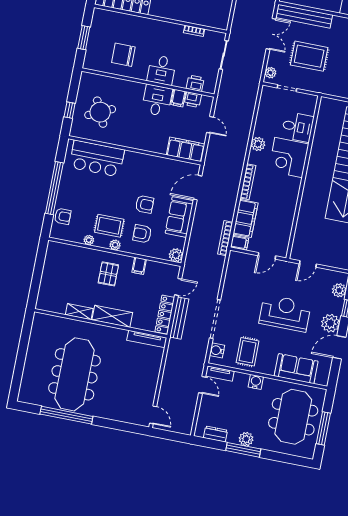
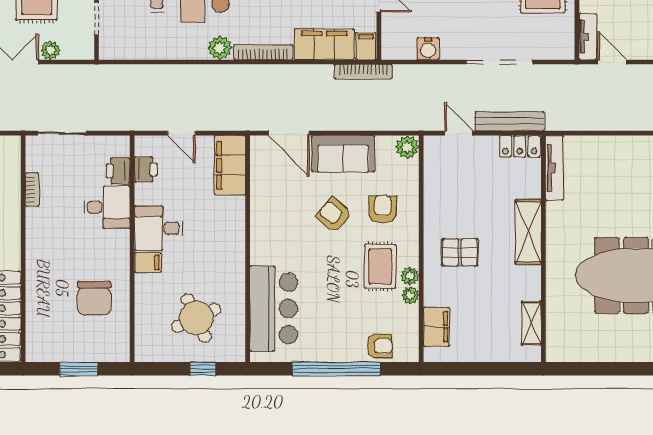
desk: (162, 70) -> (107, 207), moved
plant: (270, 73) -> (51, 50), moved
filing cabinet: (178, 98) -> (148, 262), moved
door: (210, 125) -> (181, 133), swing flipped
plant: (258, 144) -> (220, 48), moved
armchair: (145, 204) -> (334, 215), turned -49
armchair: (63, 216) -> (380, 346), turned 90
armchair: (142, 234) -> (383, 209), turned 180
plant: (115, 245) -> (410, 276), moved
filing cabinet: (139, 266) -> (436, 327), moved, width x2.00
shelving: (79, 312) -> (531, 323), moved
locker: (165, 315) -> (520, 146), width x0.66
water cooler: (217, 350) -> (428, 49), moved
door: (202, 385) -> (612, 62), hinge flipped

